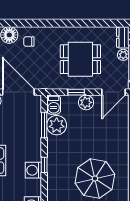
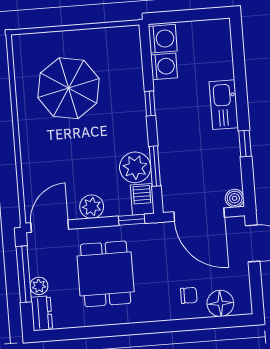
dining table: (80, 59) -> (106, 274), turned 90
window: (76, 92) -> (132, 220), moved
washing machine: (33, 170) -> (164, 66), moved

